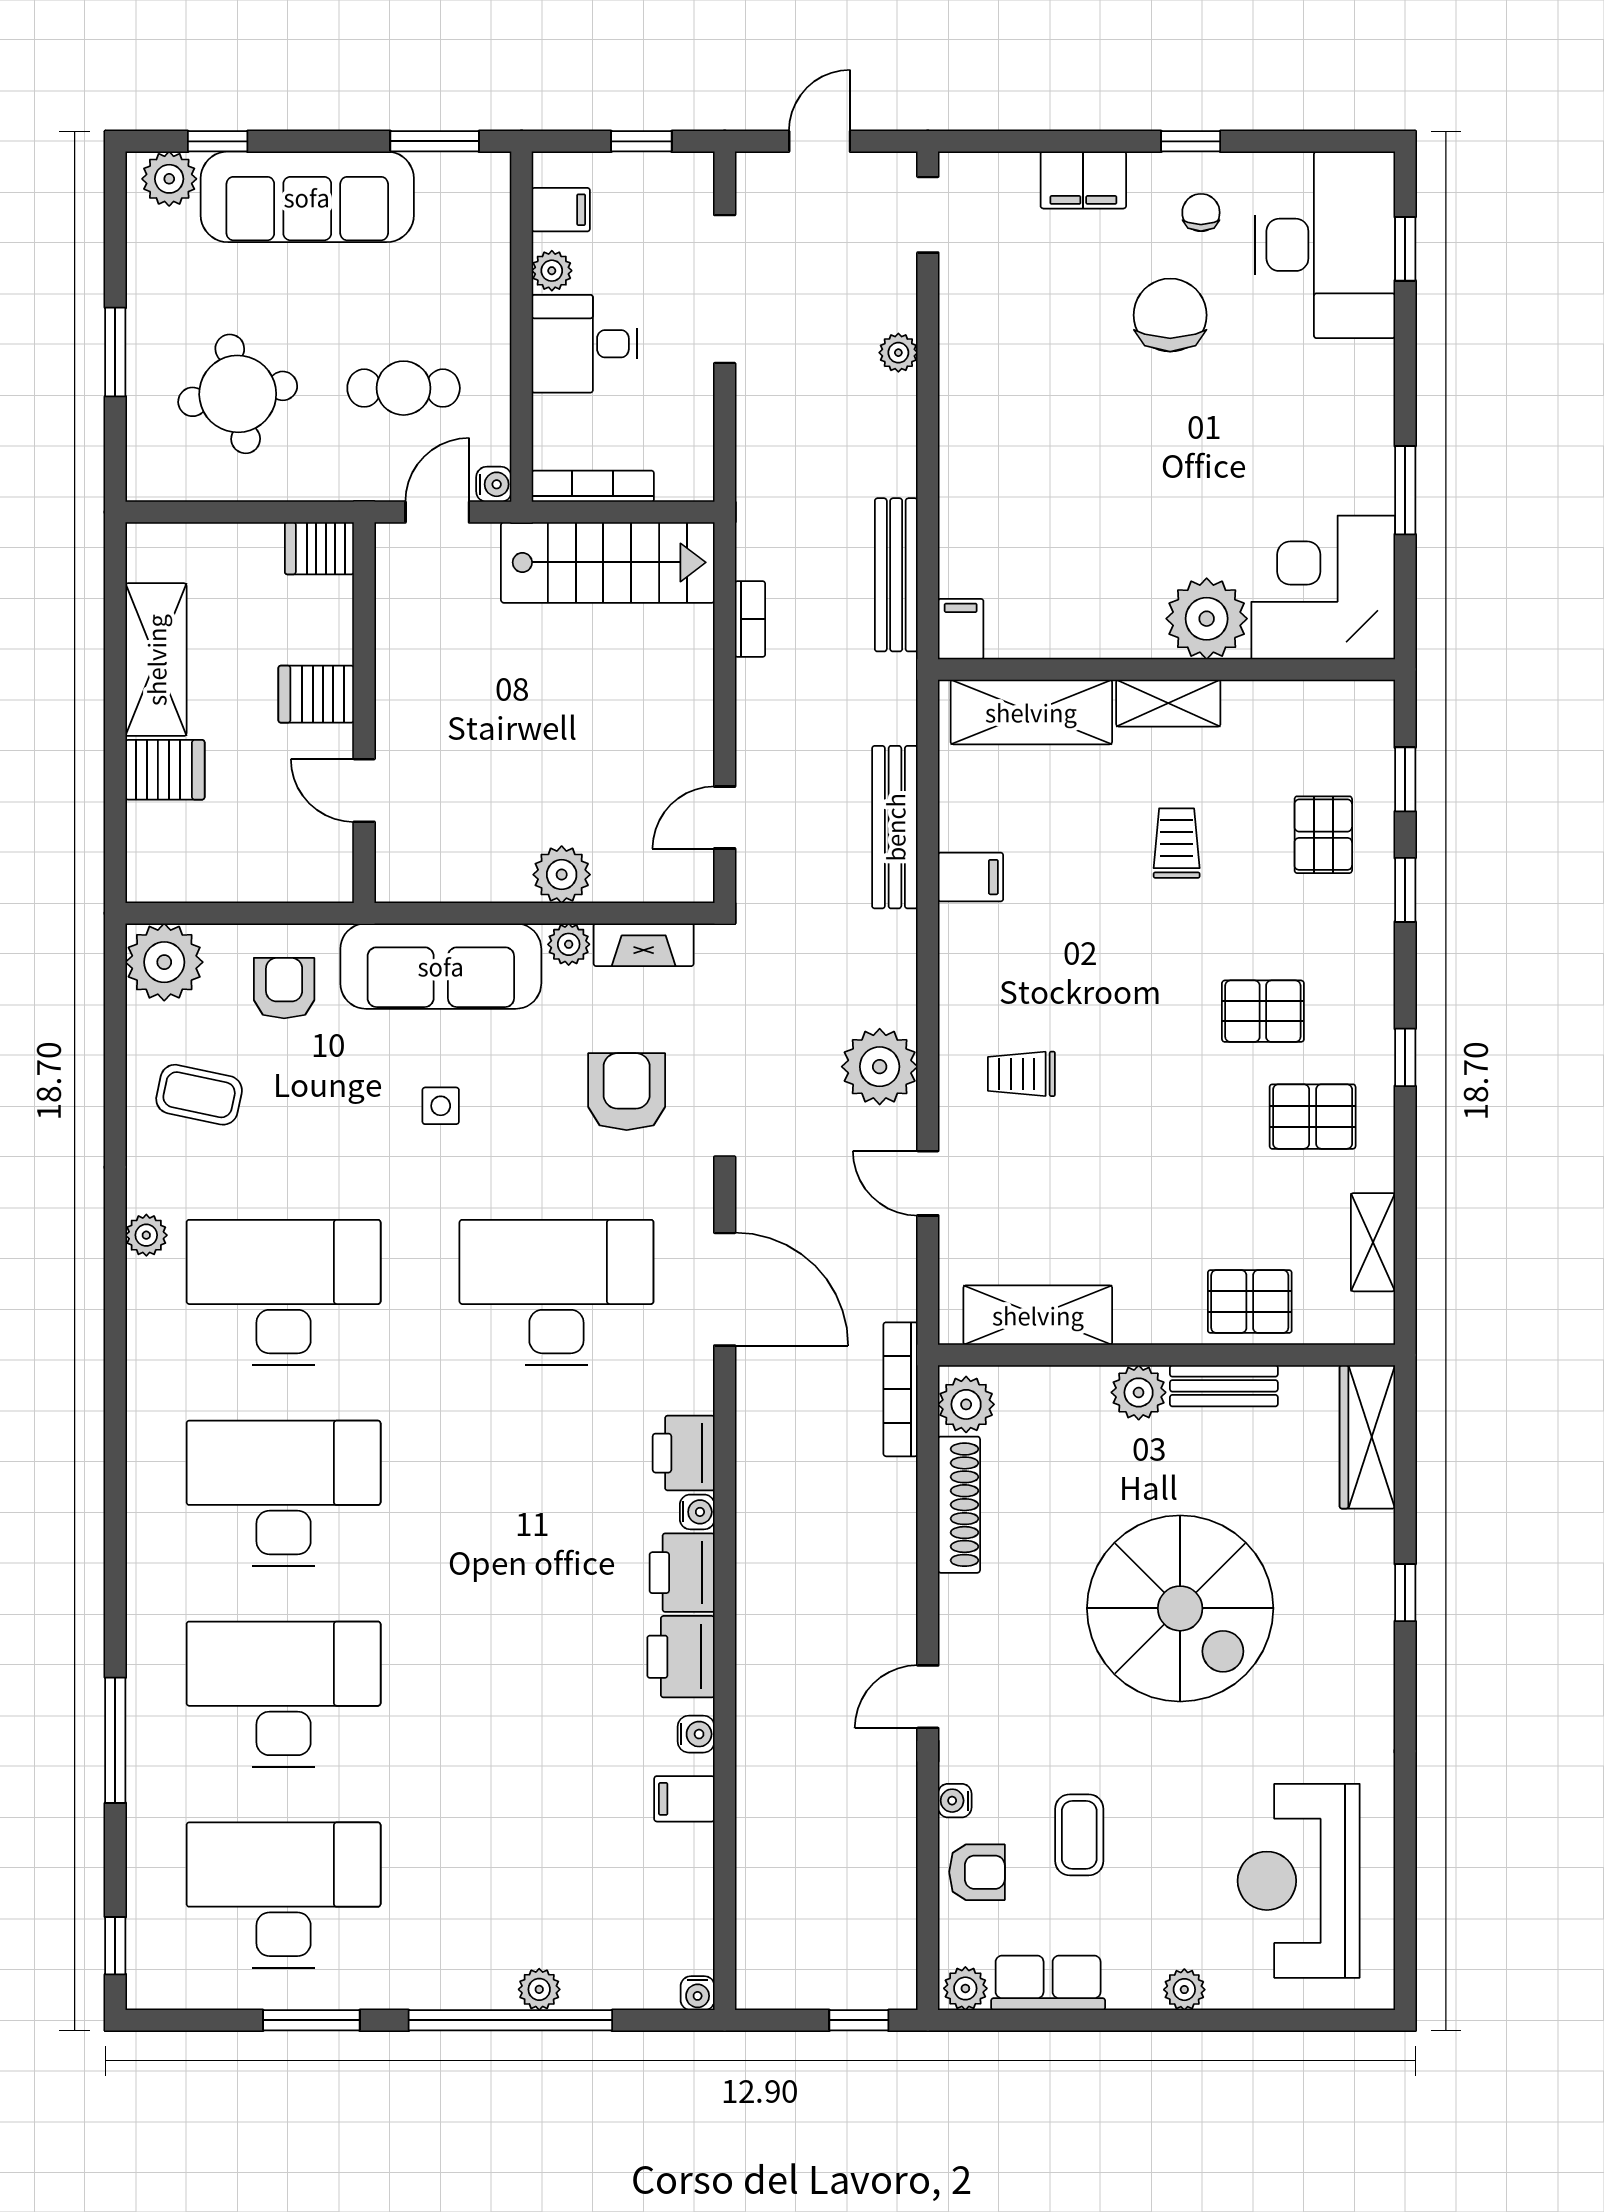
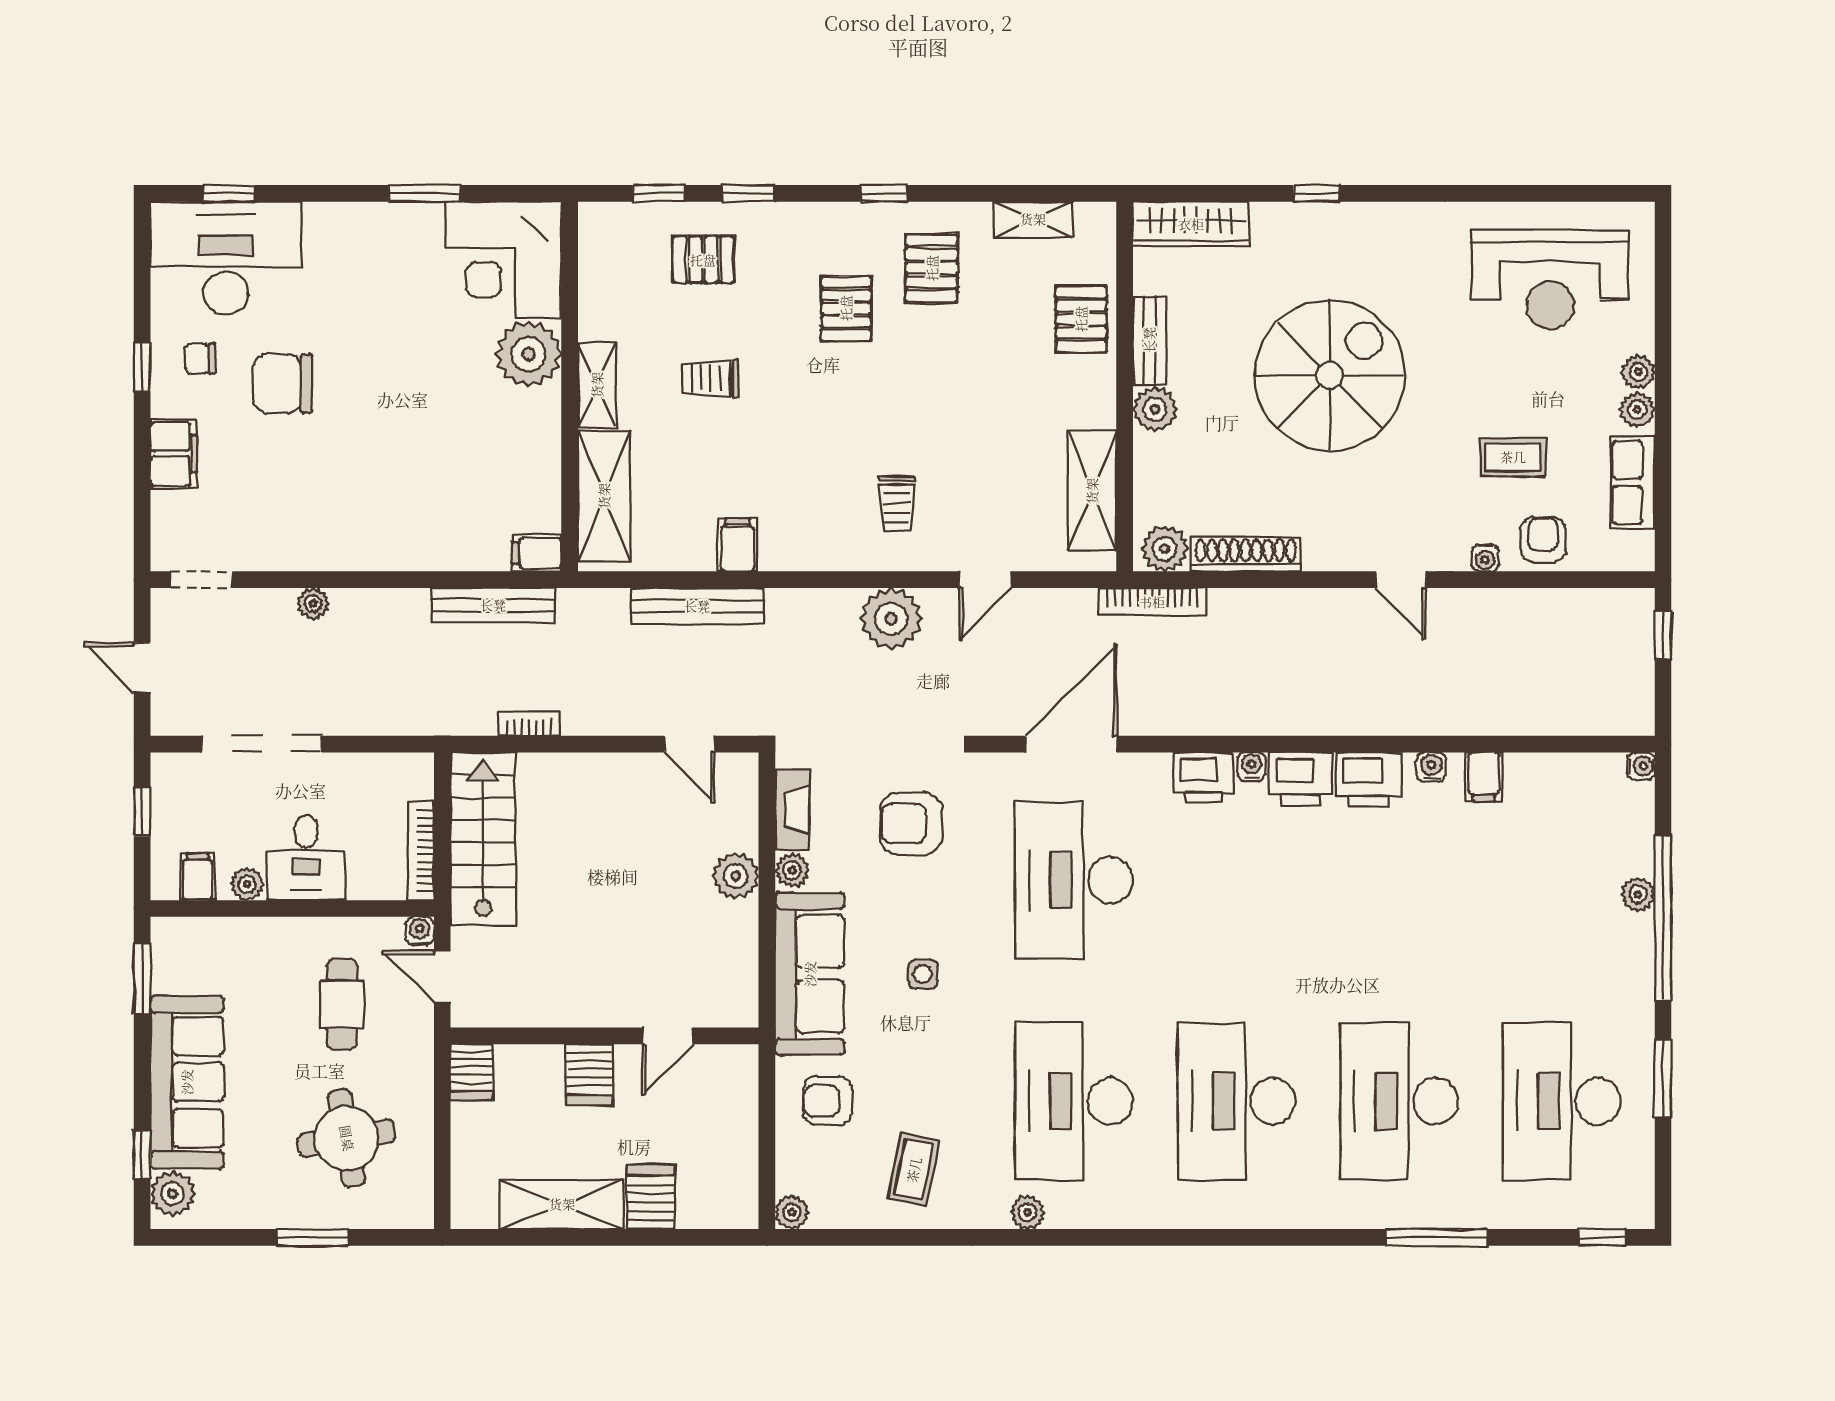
plant: (164, 962) -> (792, 1212), width x0.53, depth x0.53
plant: (965, 1988) -> (1637, 410), moved

